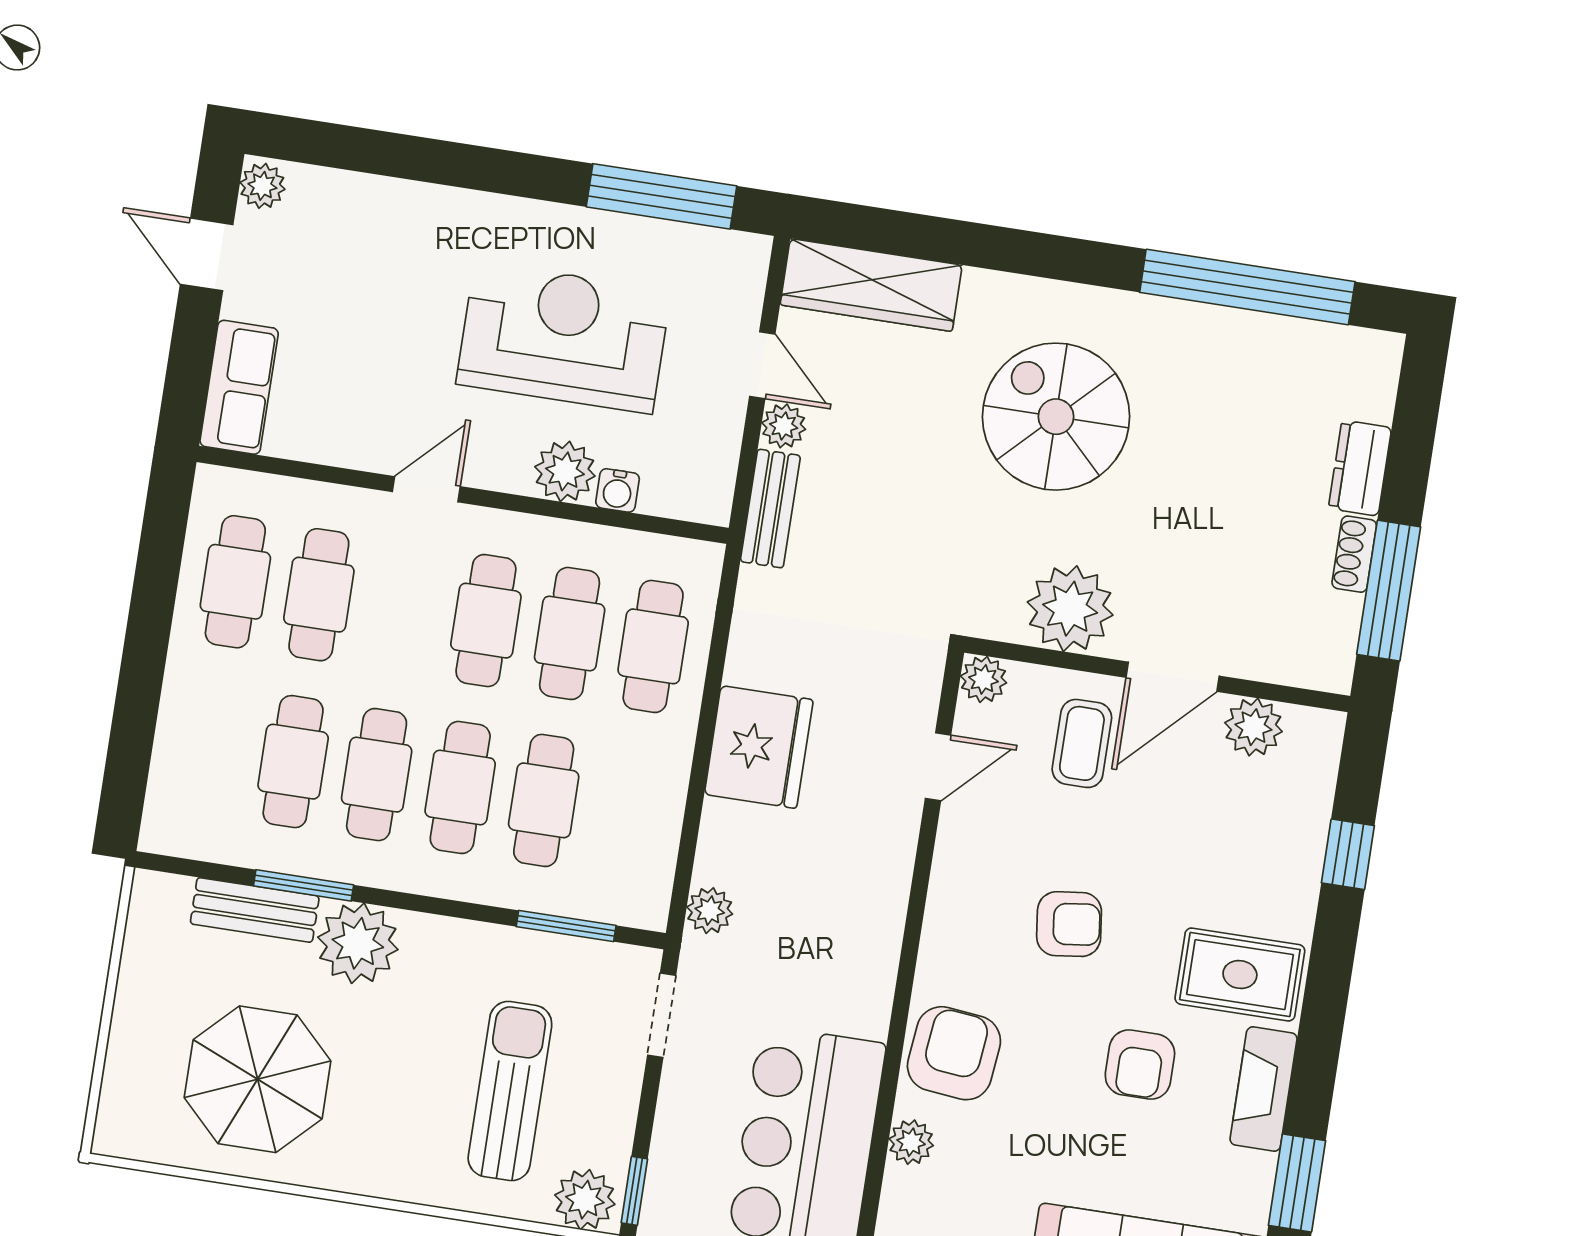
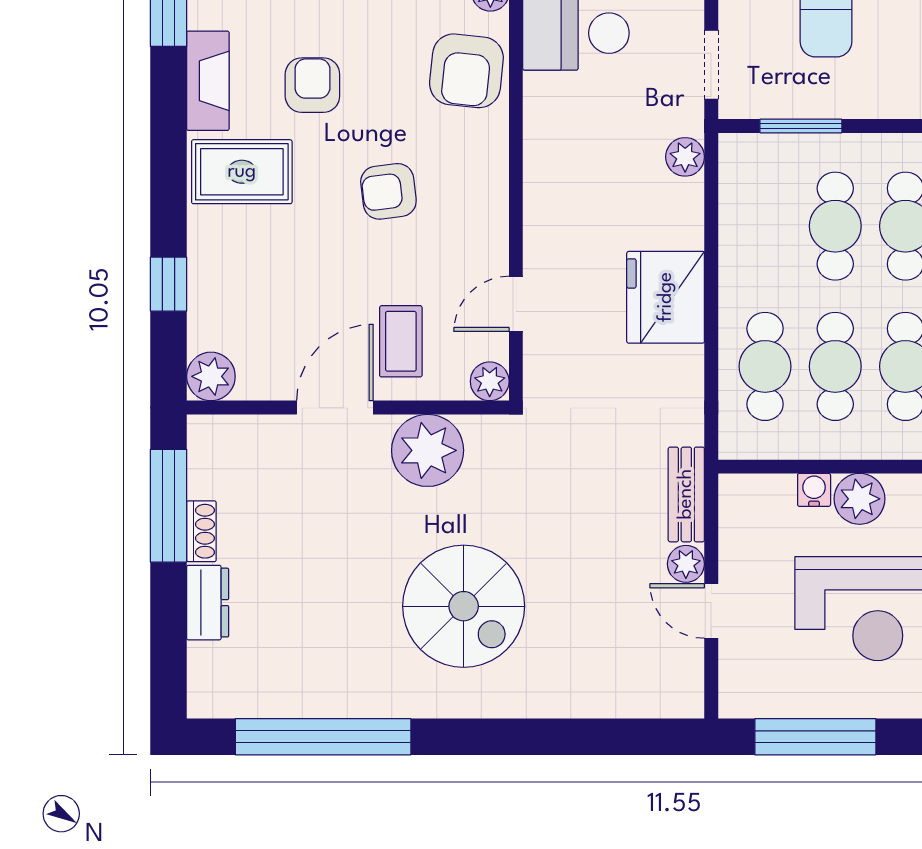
wardrobe: (871, 285) -> (632, 691), removed
plant: (1253, 727) -> (211, 376), moved

